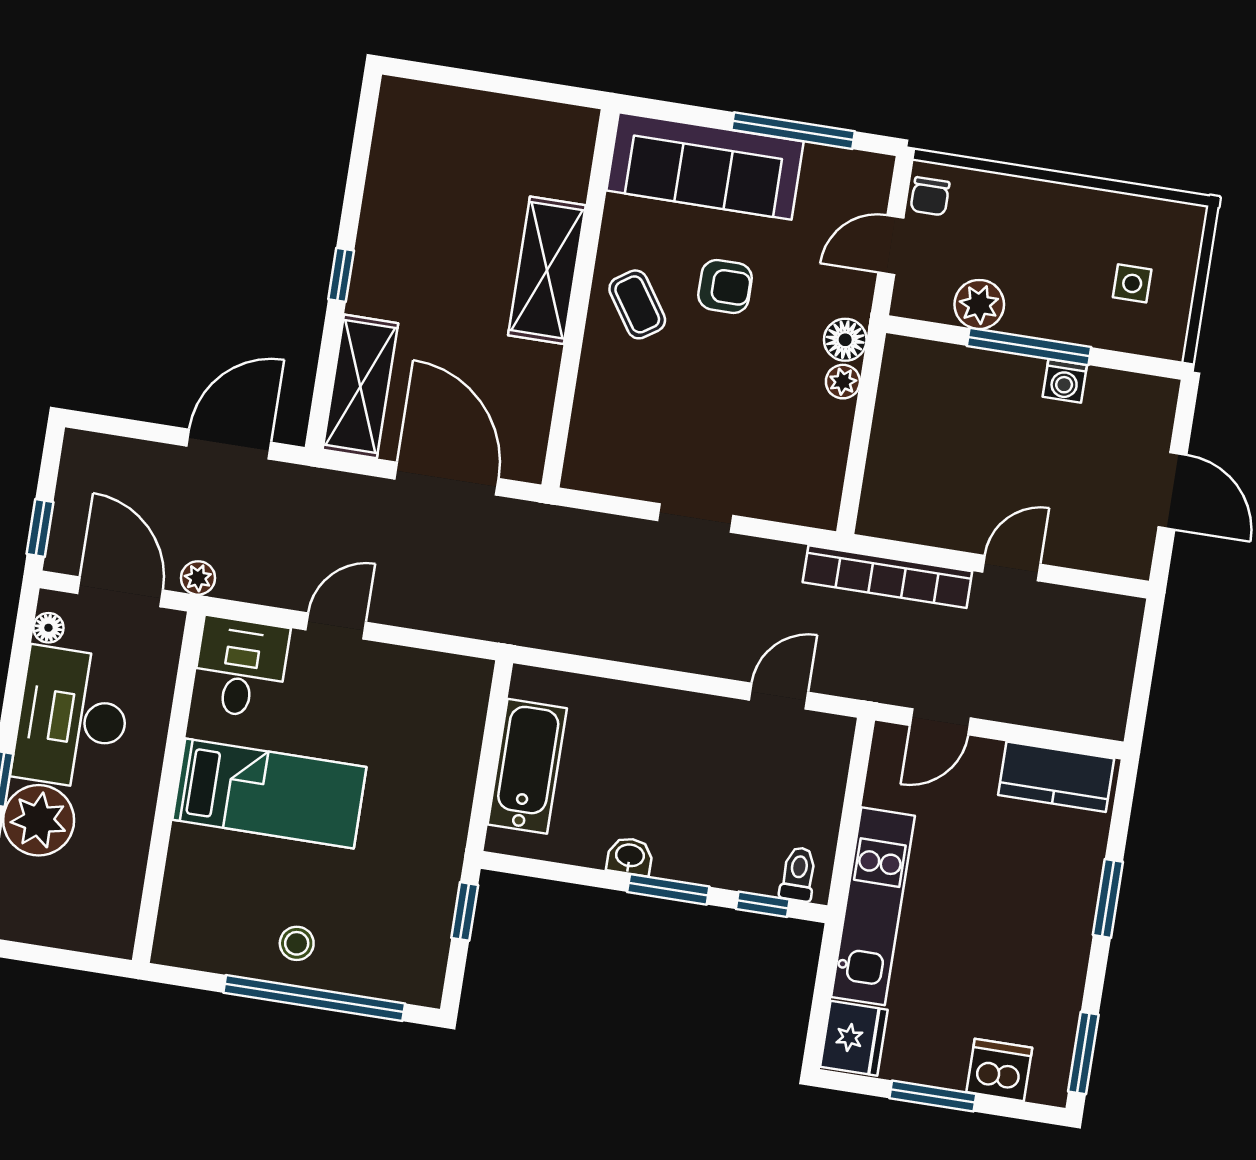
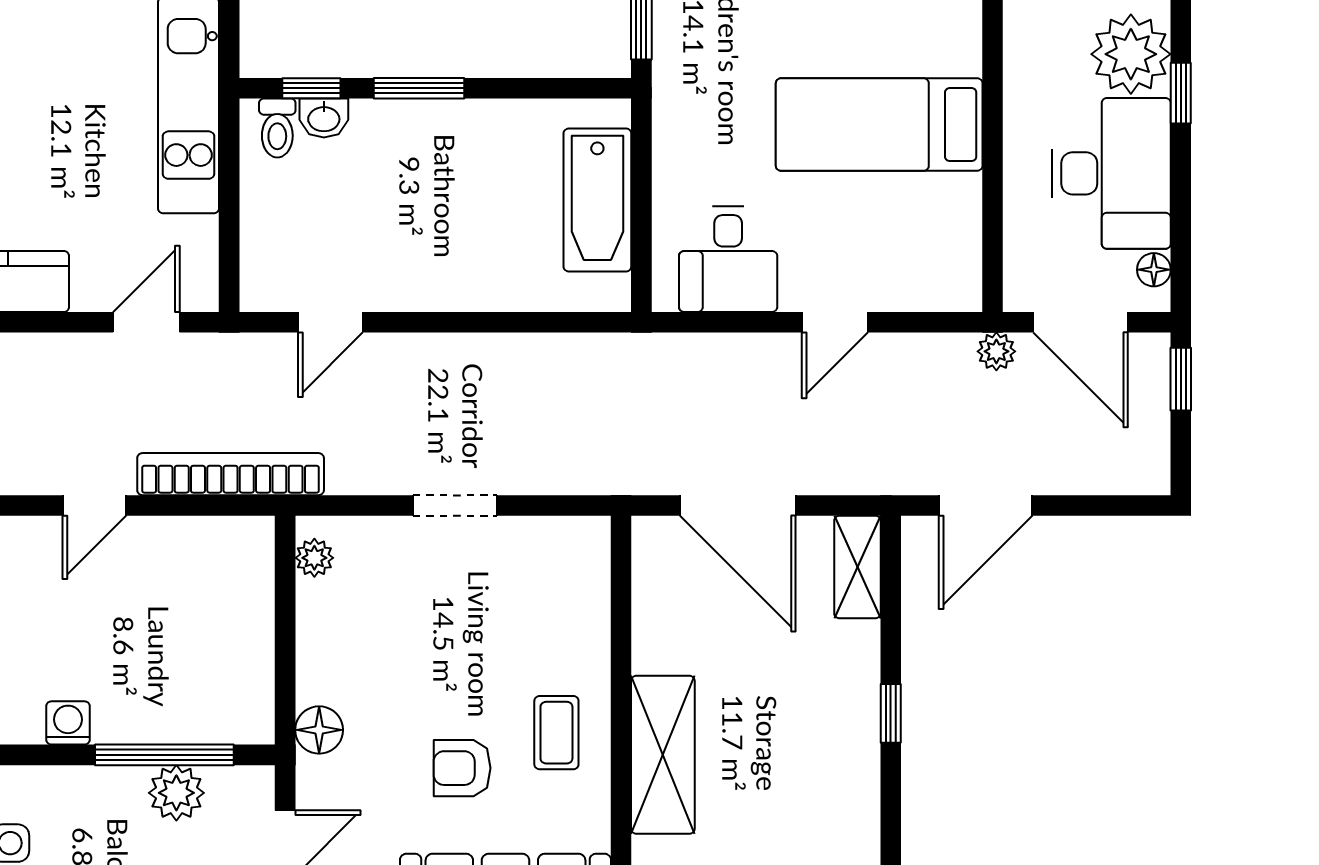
coffee table: (637, 304) -> (556, 733), turned 34
window: (1029, 347) -> (164, 755), moved
plant: (843, 382) -> (314, 558), moved
shelving: (360, 386) -> (857, 567), width x0.67, depth x0.75
desk: (241, 668) -> (728, 259), moved
washbasin: (630, 856) -> (324, 118), moved

